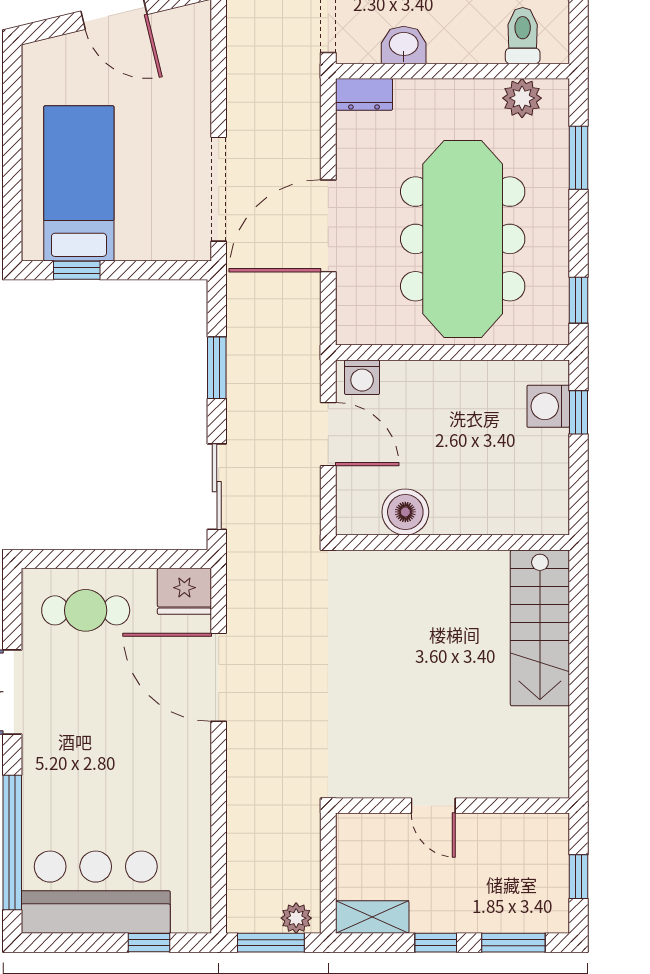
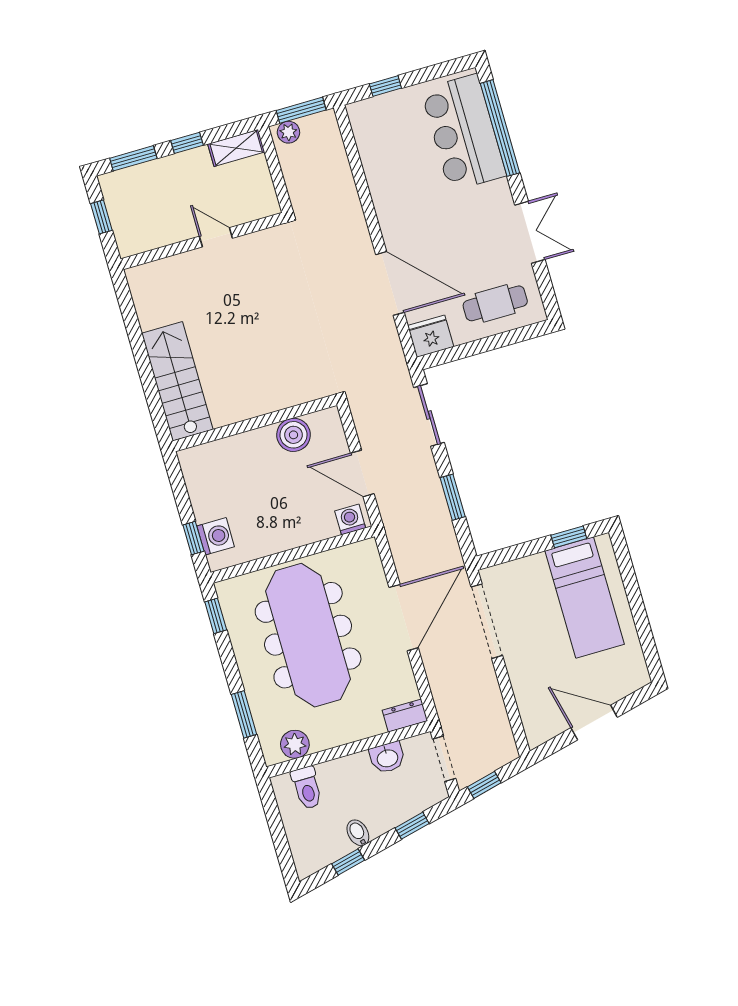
bar counter: (96, 892) -> (463, 133), moved, turned 90

